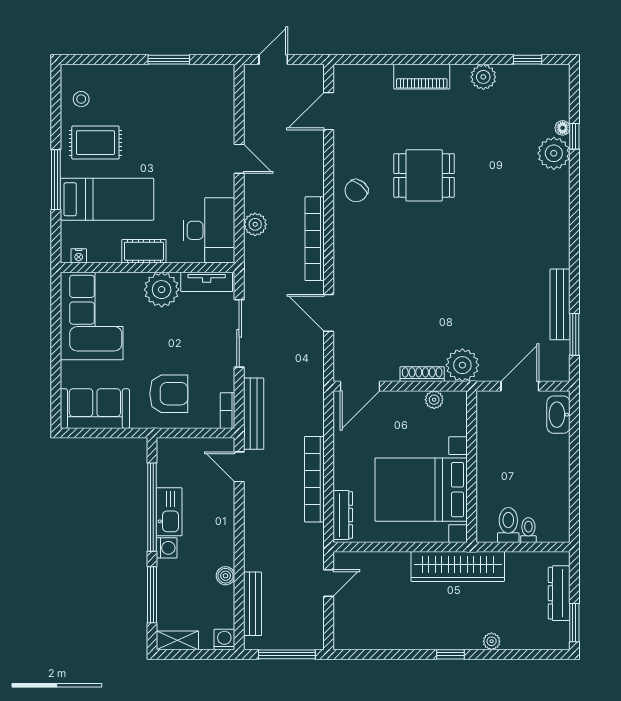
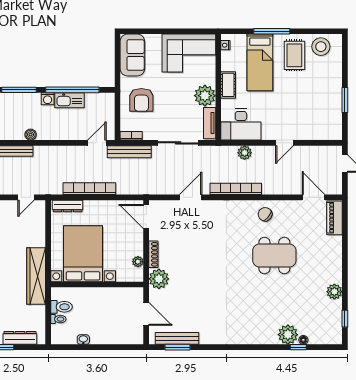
piano: (422, 77) -> (335, 218), moved
stool: (81, 99) -> (321, 47), width x1.89, depth x1.89
dining table: (424, 175) -> (274, 255), width x1.37
bench: (560, 304) -> (177, 338), moved
washbasin: (558, 415) -> (83, 340), moved, width x0.52, depth x0.69
door: (329, 583) -> (26, 197), hinge flipped

